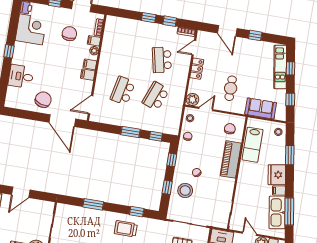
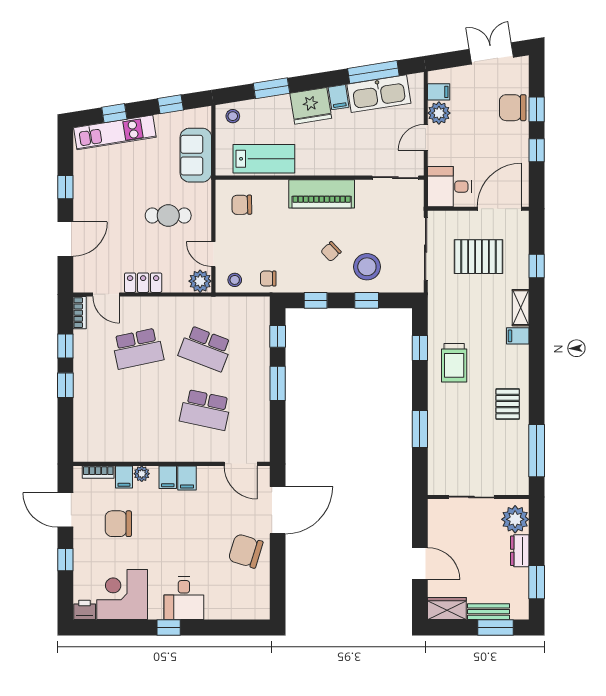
desk: (21, 76) -> (184, 598), moved
piano: (231, 159) -> (322, 194), moved

